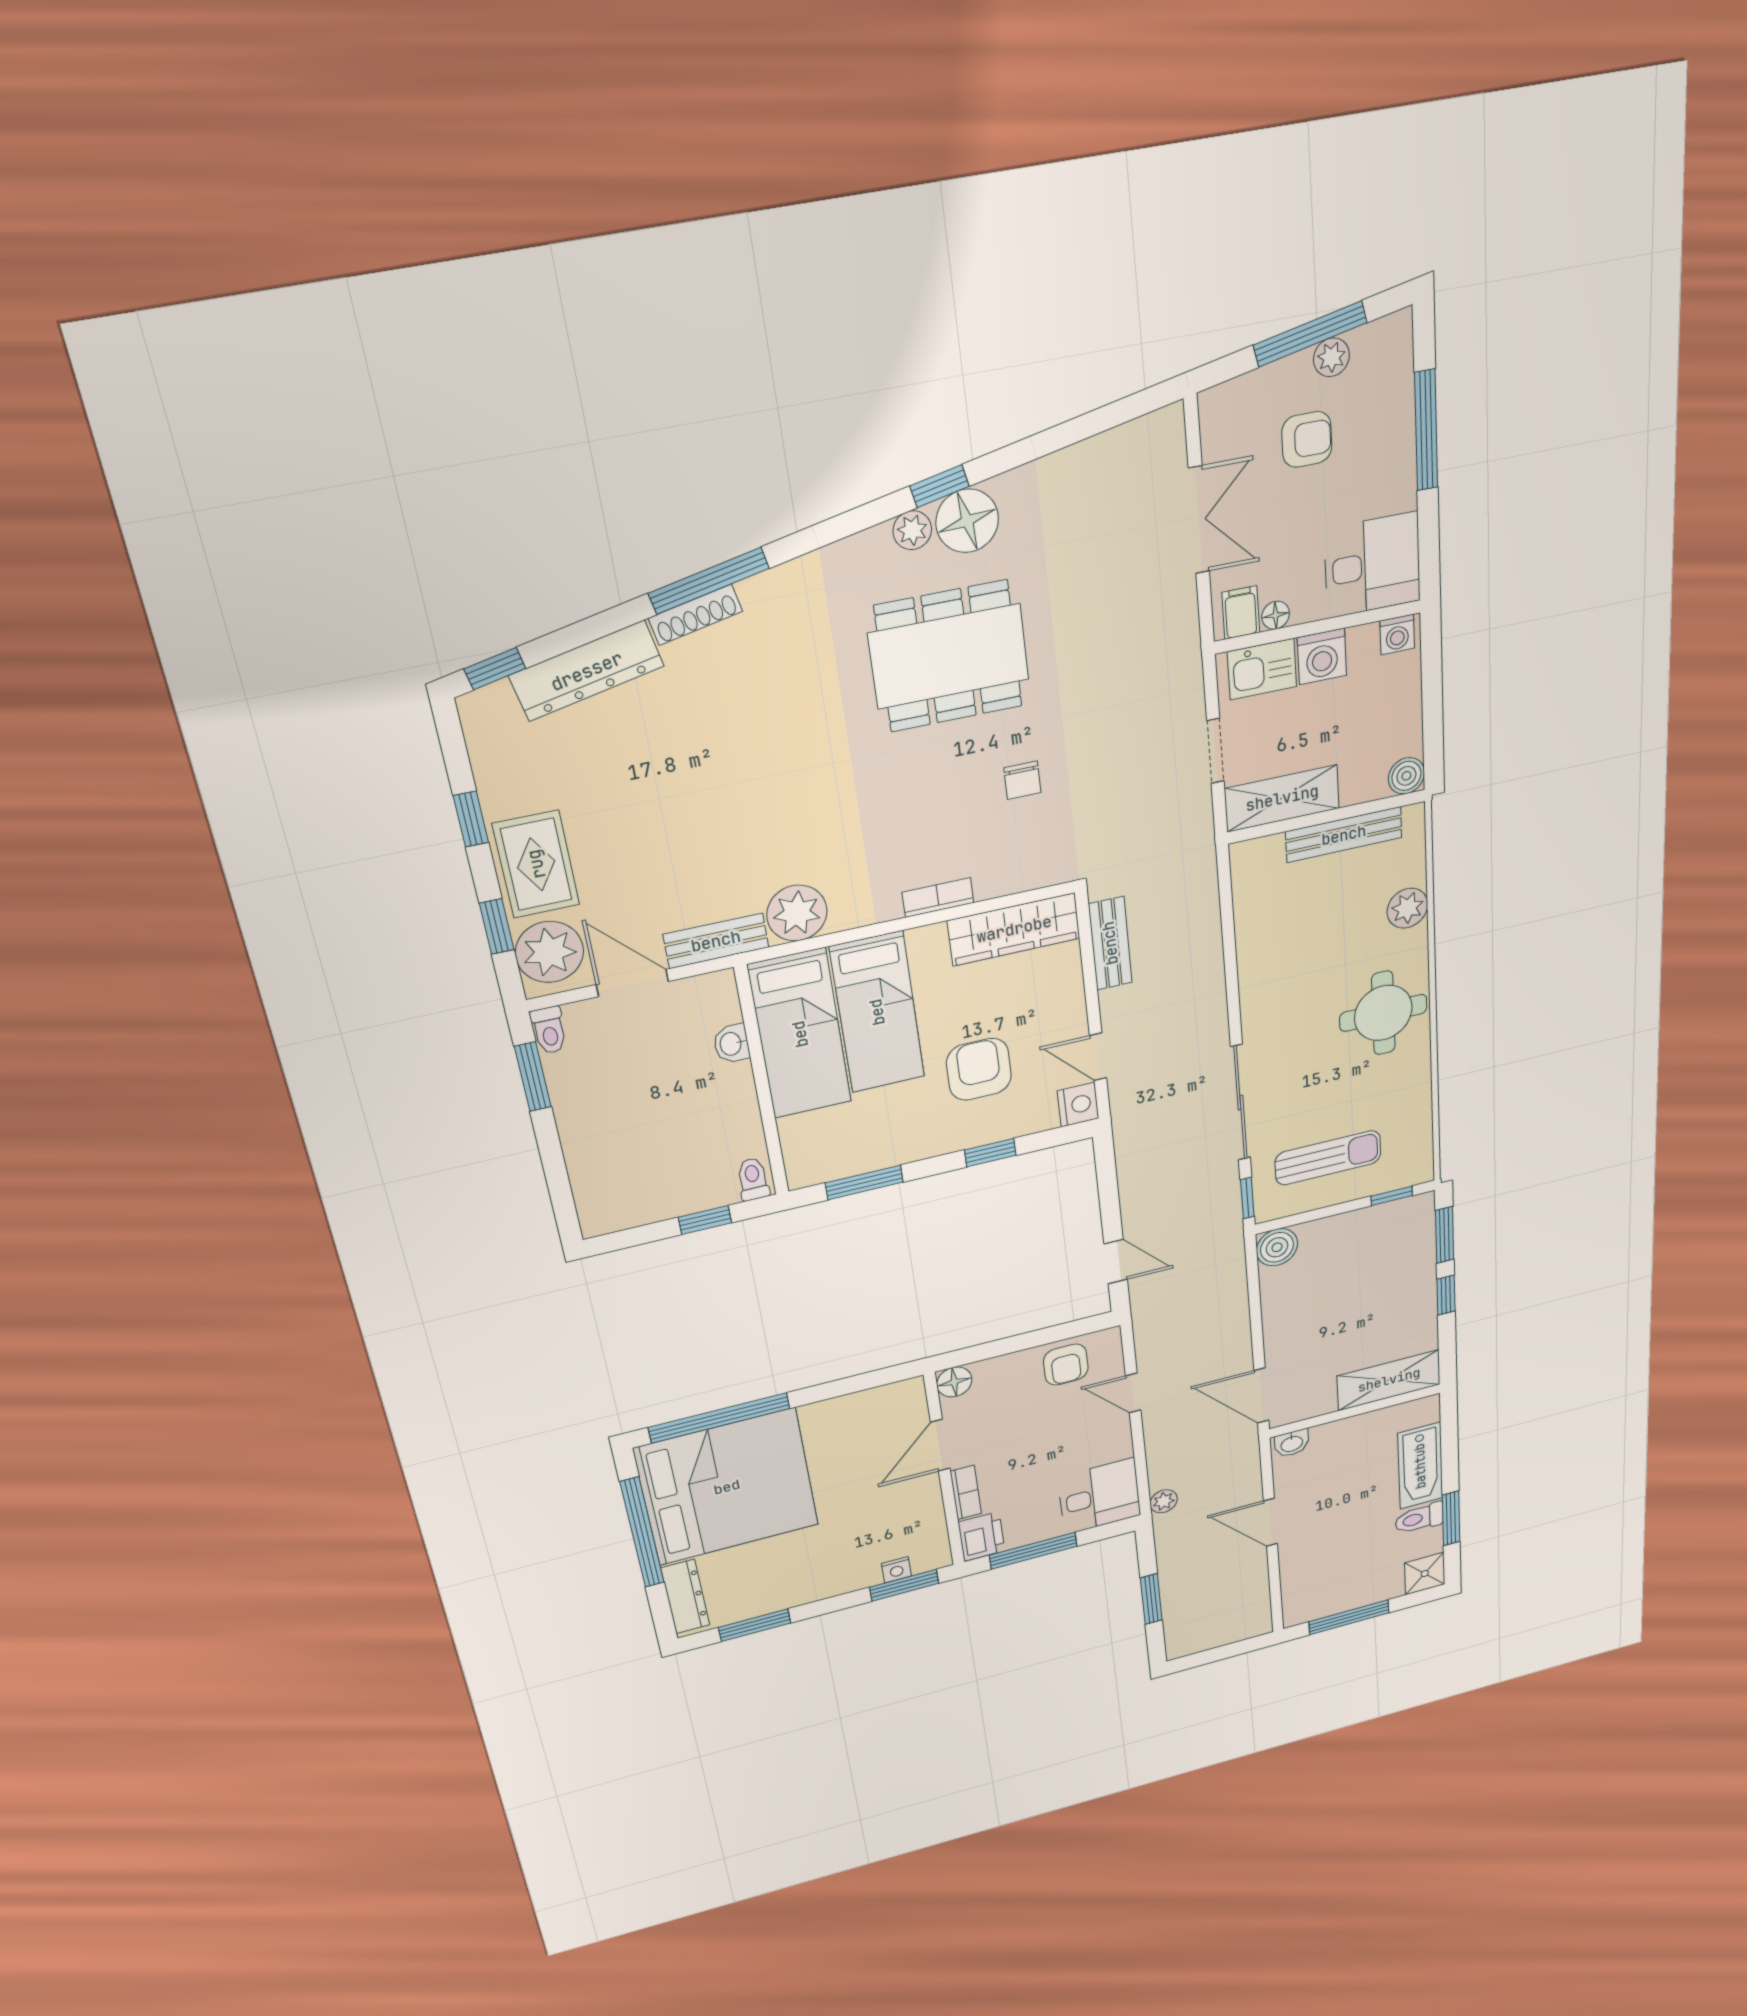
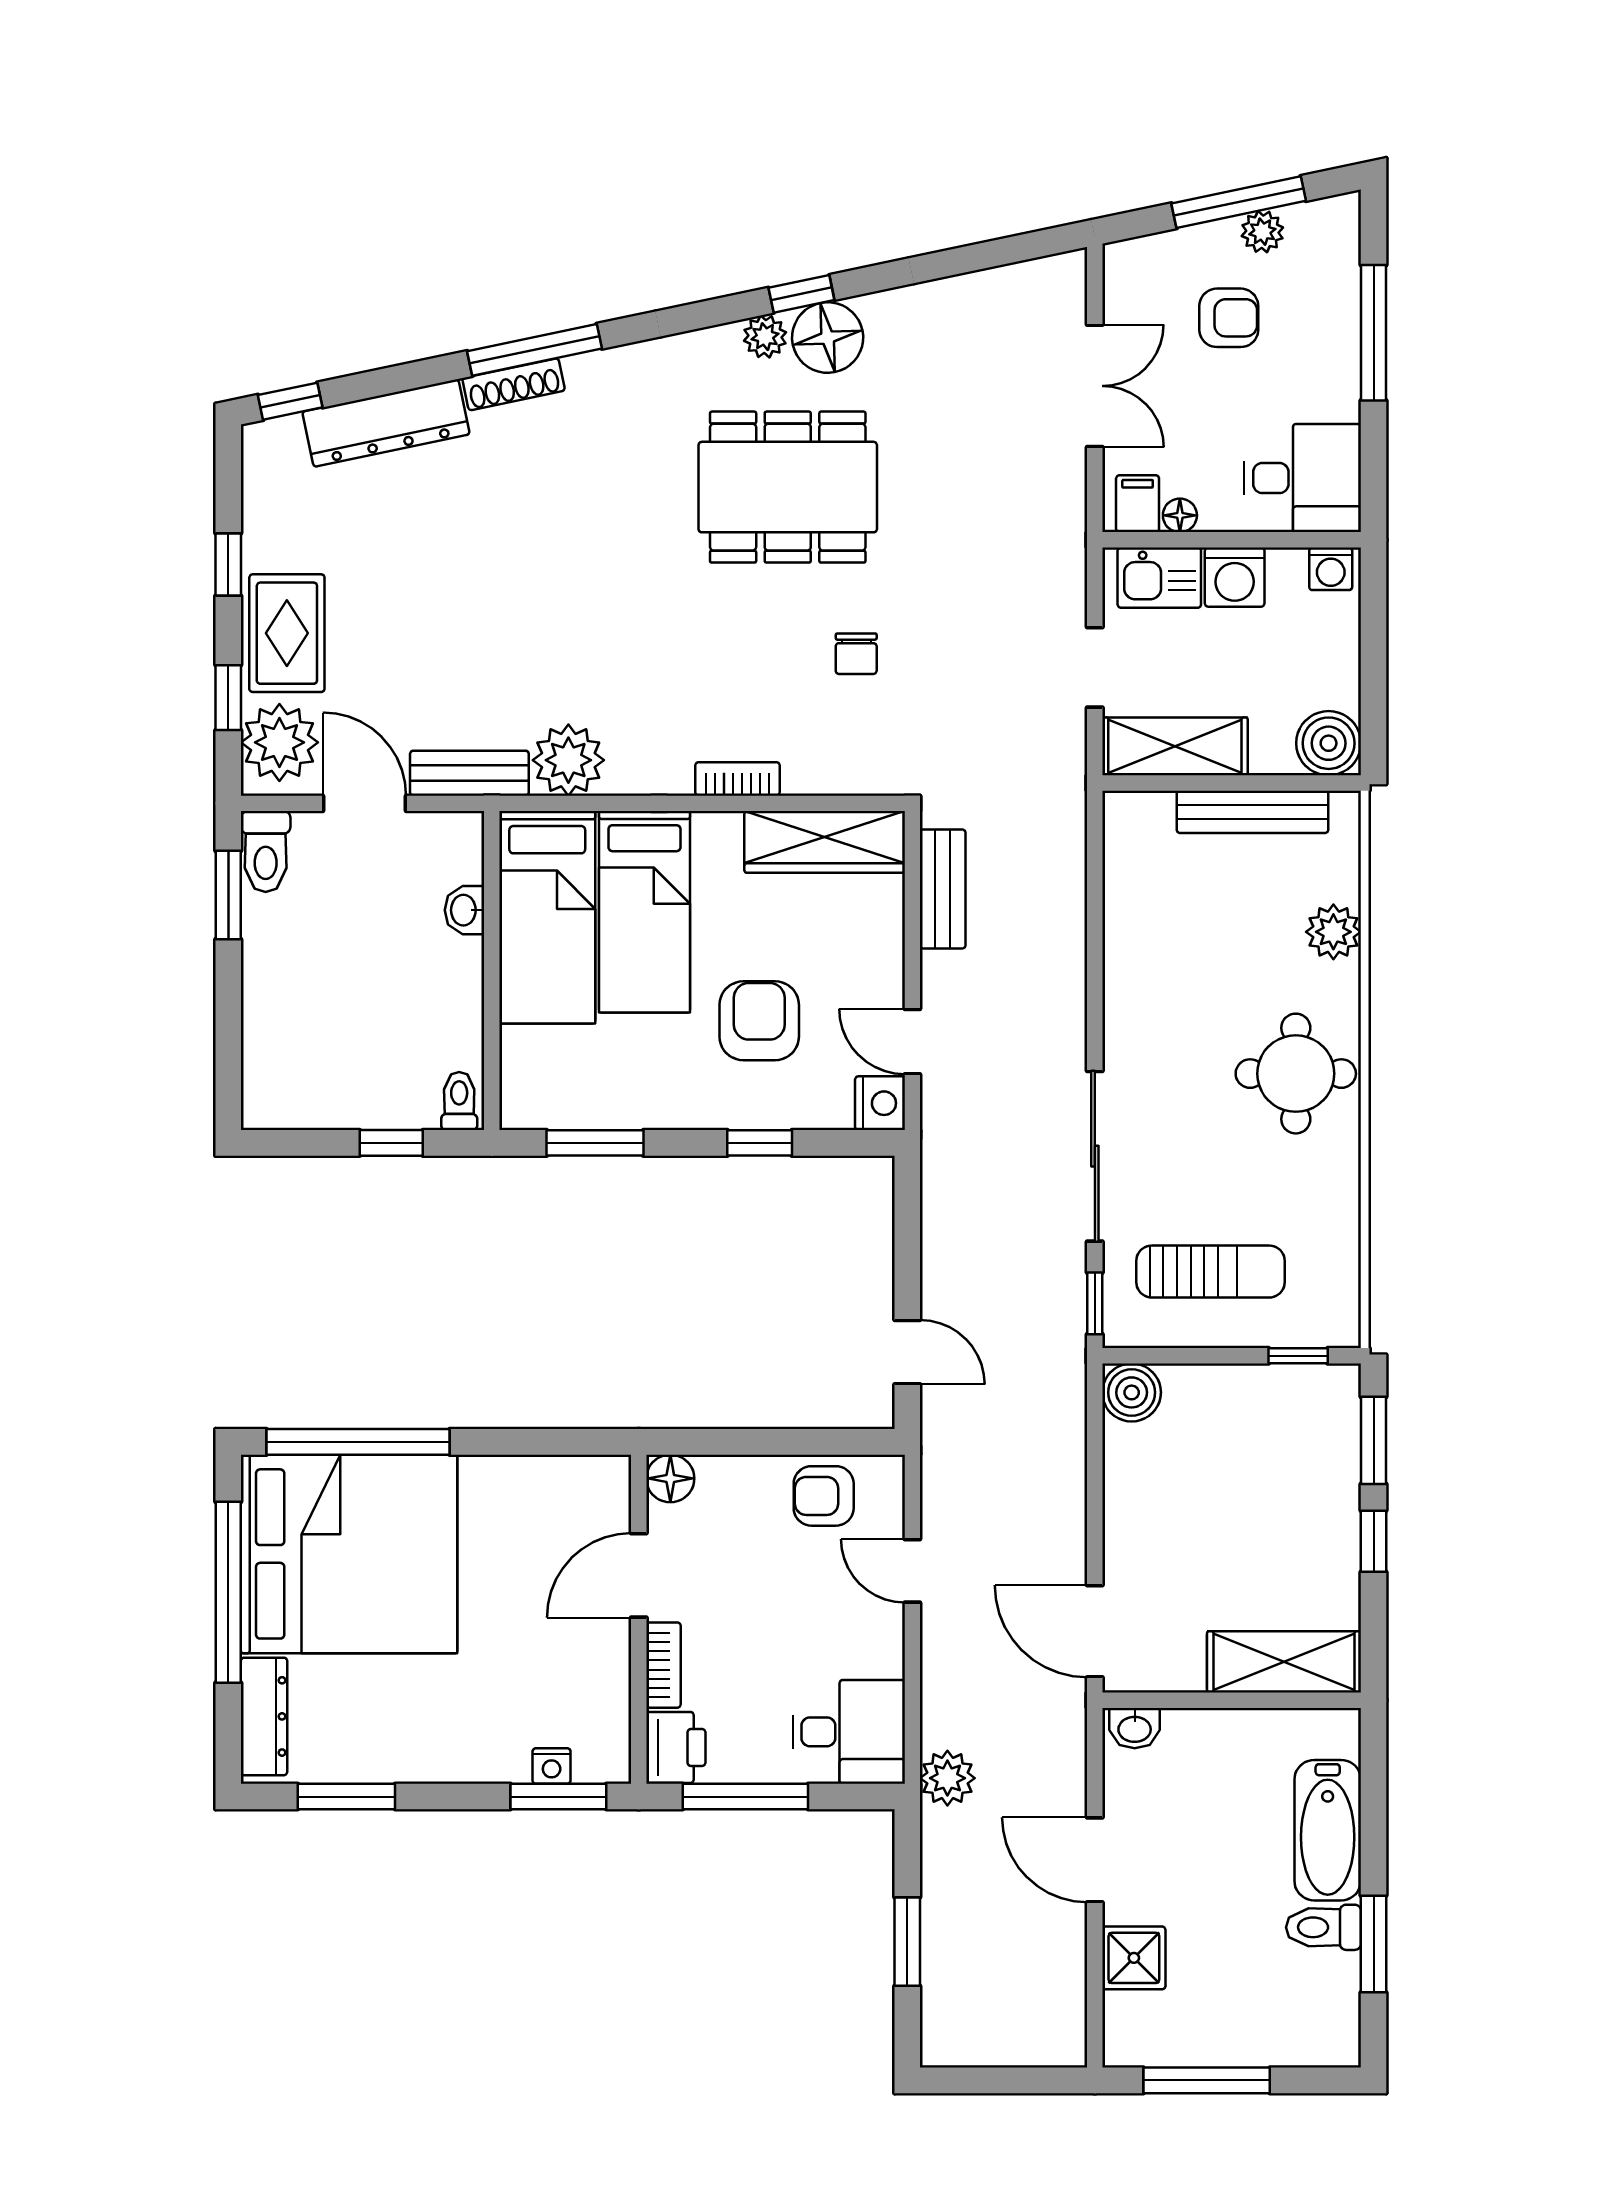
boiler: (1406, 776) -> (1329, 743), width x1.36, depth x1.36
toilet: (549, 1030) -> (266, 852), width x1.37, depth x1.39
armchair: (1066, 1365) -> (824, 1496), turned 90
plant: (1164, 1501) -> (947, 1778), width x1.38, depth x1.38
shower: (1425, 1574) -> (1134, 1958), moved

